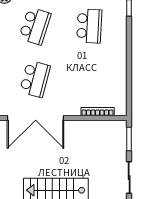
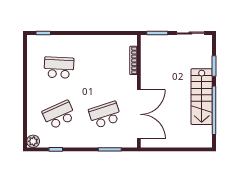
school desk: (35, 26) -> (59, 115), turned -42
school desk: (35, 79) -> (105, 115), turned -33

